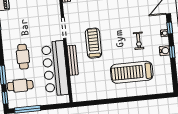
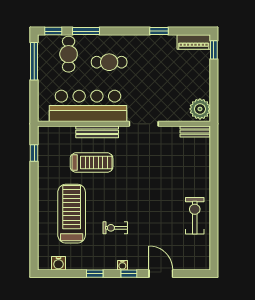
treadmill: (93, 43) -> (92, 163), moved
water cooler: (165, 51) -> (58, 263), moved
window: (92, 103) -> (34, 153), added

